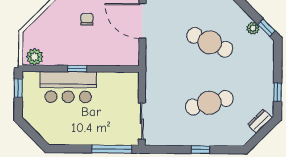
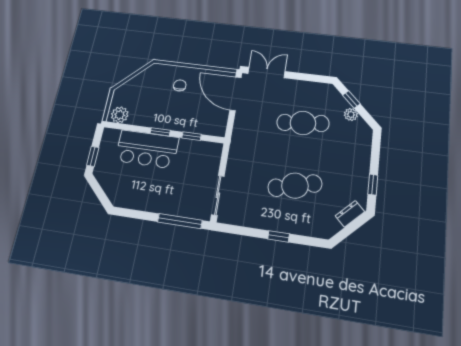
window: (266, 28) -> (351, 99), moved
cafe table: (210, 42) -> (303, 123), turned -30
window: (108, 69) -> (192, 136), added
window: (18, 88) -> (93, 156), moved

